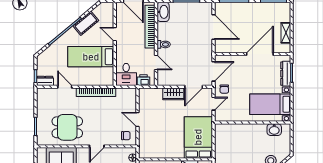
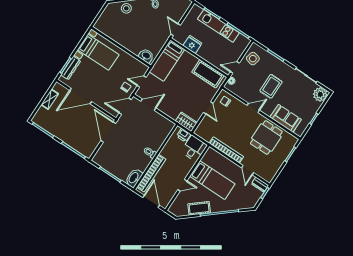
door: (213, 27) -> (108, 132), moved
door: (115, 34) -> (182, 185), hinge flipped
door: (156, 62) -> (165, 142), removed
wardrobe: (173, 94) -> (186, 122), moved
dining table: (67, 127) -> (266, 138), turned 90
washbasin: (274, 130) -> (146, 56), moved
bed: (198, 137) -> (167, 61), width x0.67
cot: (158, 150) -> (208, 74), added

